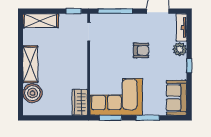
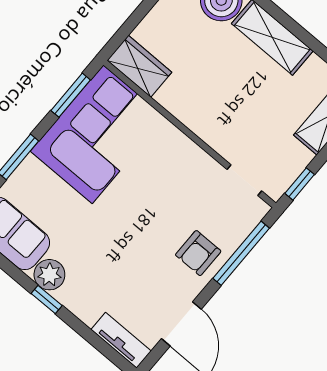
plant: (180, 49) -> (49, 275), moved
armchair: (141, 50) -> (198, 253), moved

